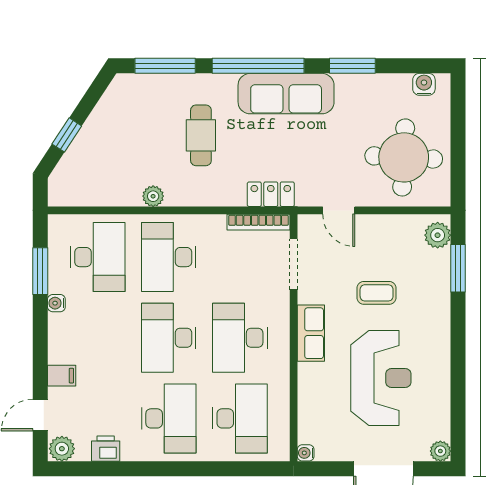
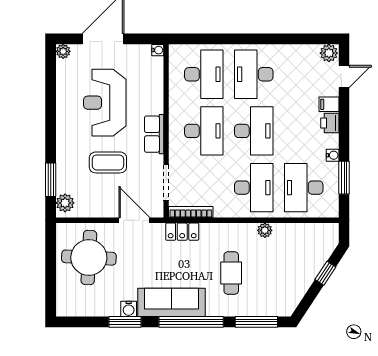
water cooler: (424, 84) -> (129, 309), moved
door: (339, 210) -> (134, 220), width x1.38
coffee table: (377, 293) -> (108, 162), width x1.36, depth x1.30
desk: (240, 418) -> (204, 74), turned 180
printer: (106, 449) -> (330, 123), moved, turned 90

